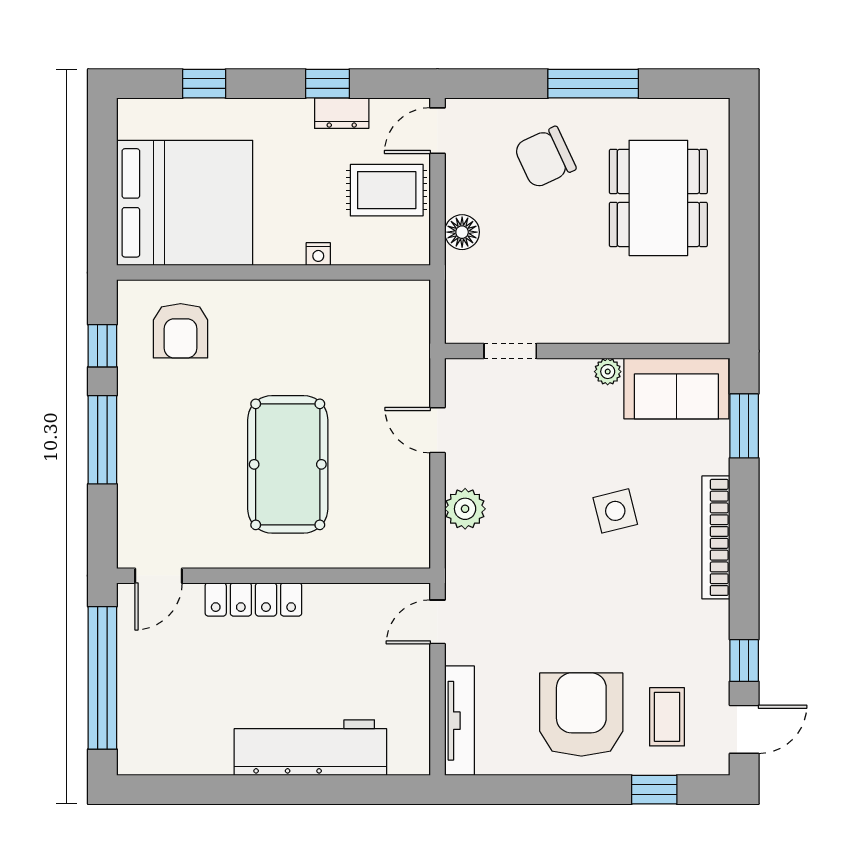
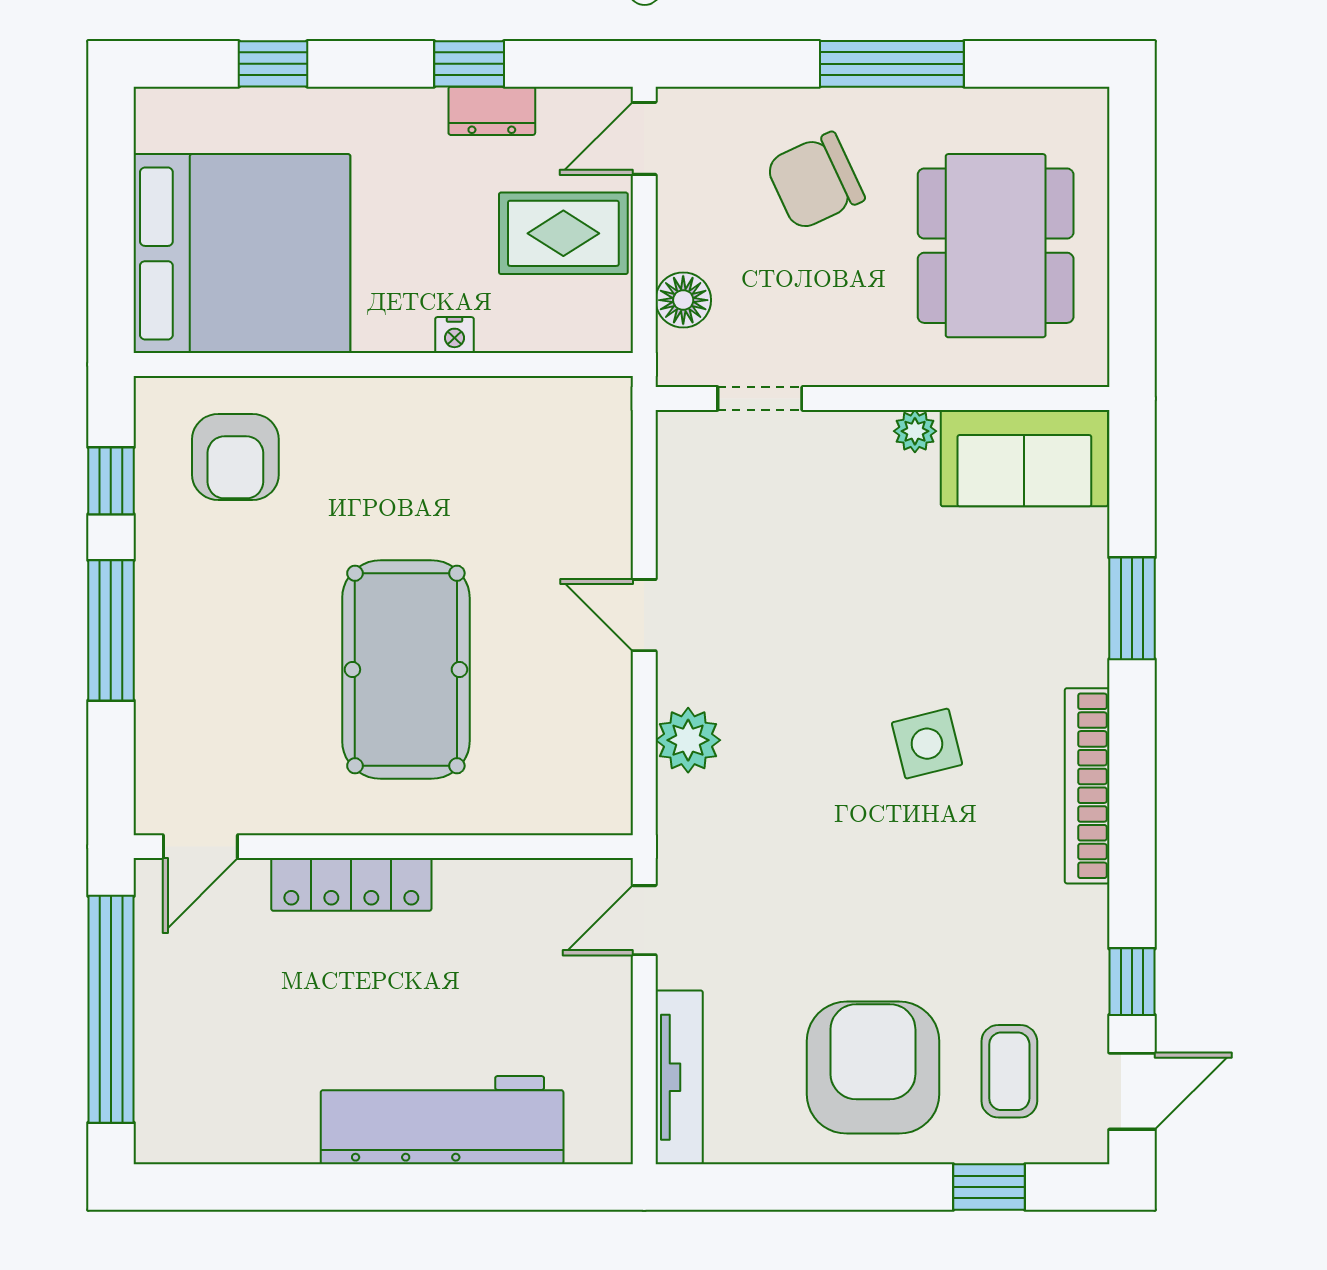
doorway: (510, 351) -> (760, 399), moved
wall: (587, 351) -> (882, 399), moved
plant: (608, 372) -> (915, 431), moved
sofa: (676, 389) -> (1024, 458), moved

